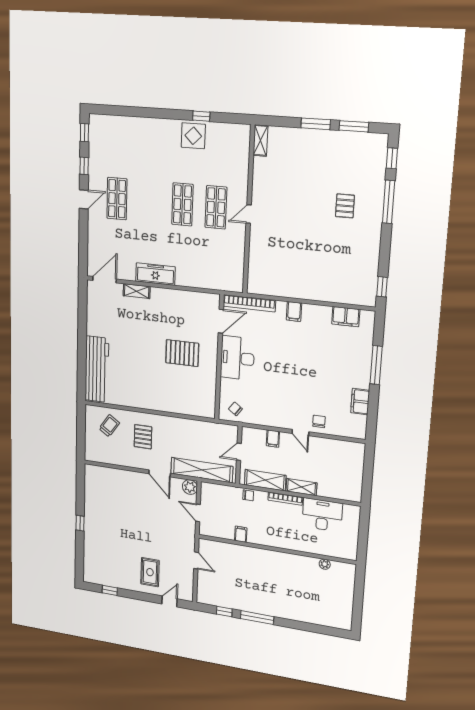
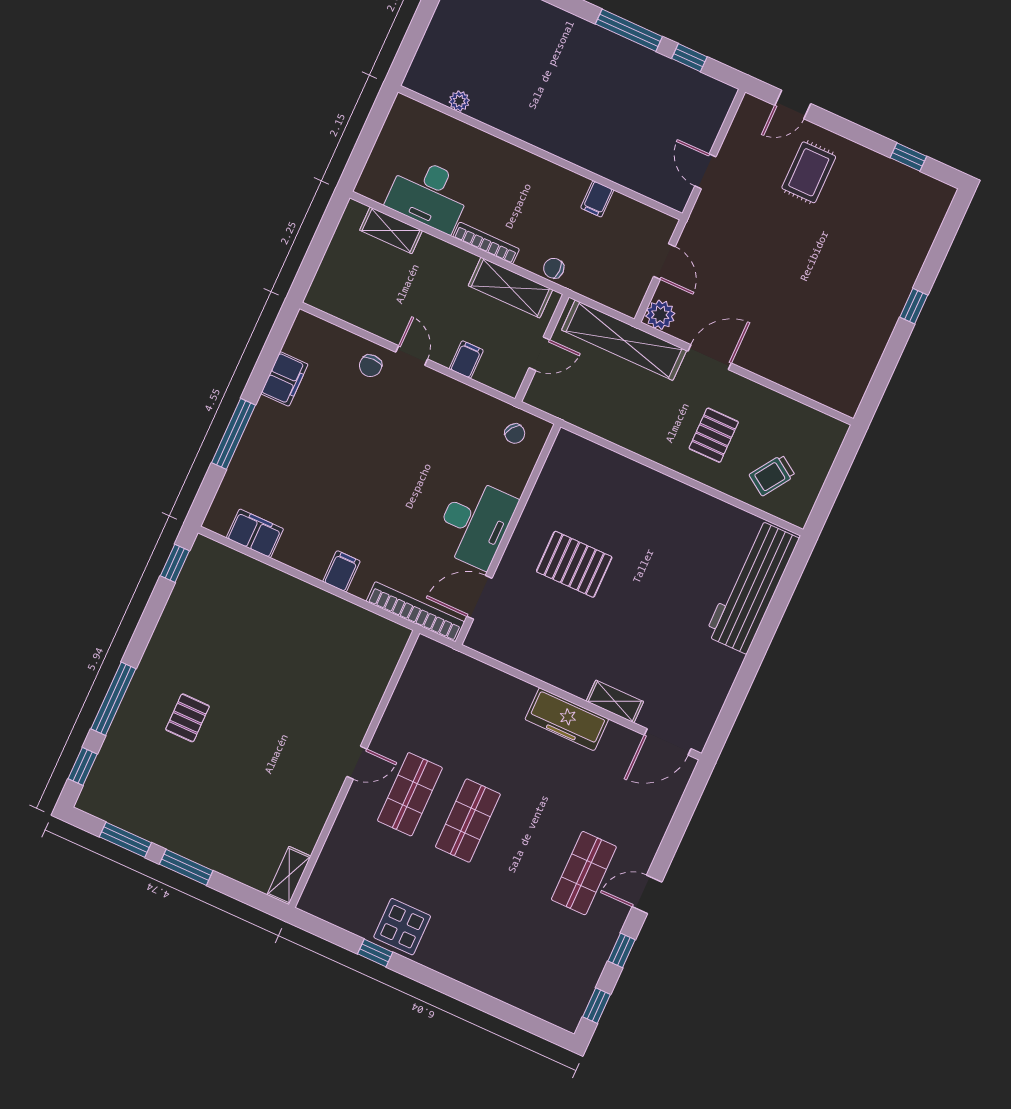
door: (160, 473) -> (710, 357), hinge flipped
shelving: (301, 487) -> (391, 230), moved

